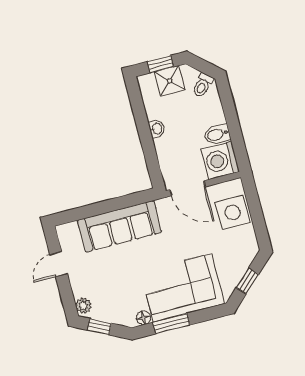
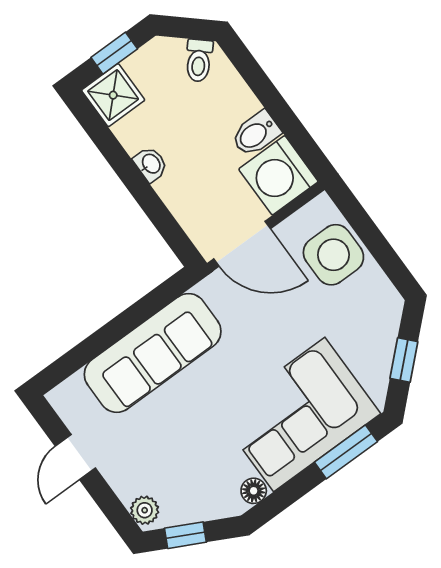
shower: (170, 81) -> (113, 95), moved
window: (171, 324) -> (346, 452), moved

